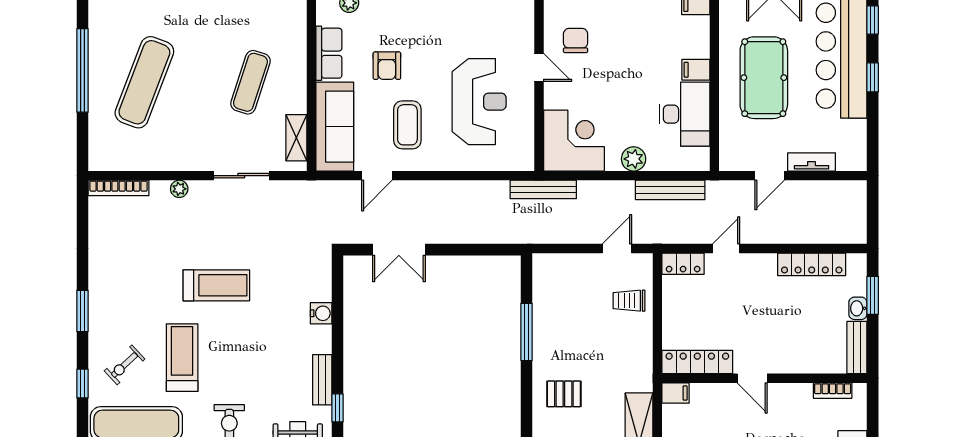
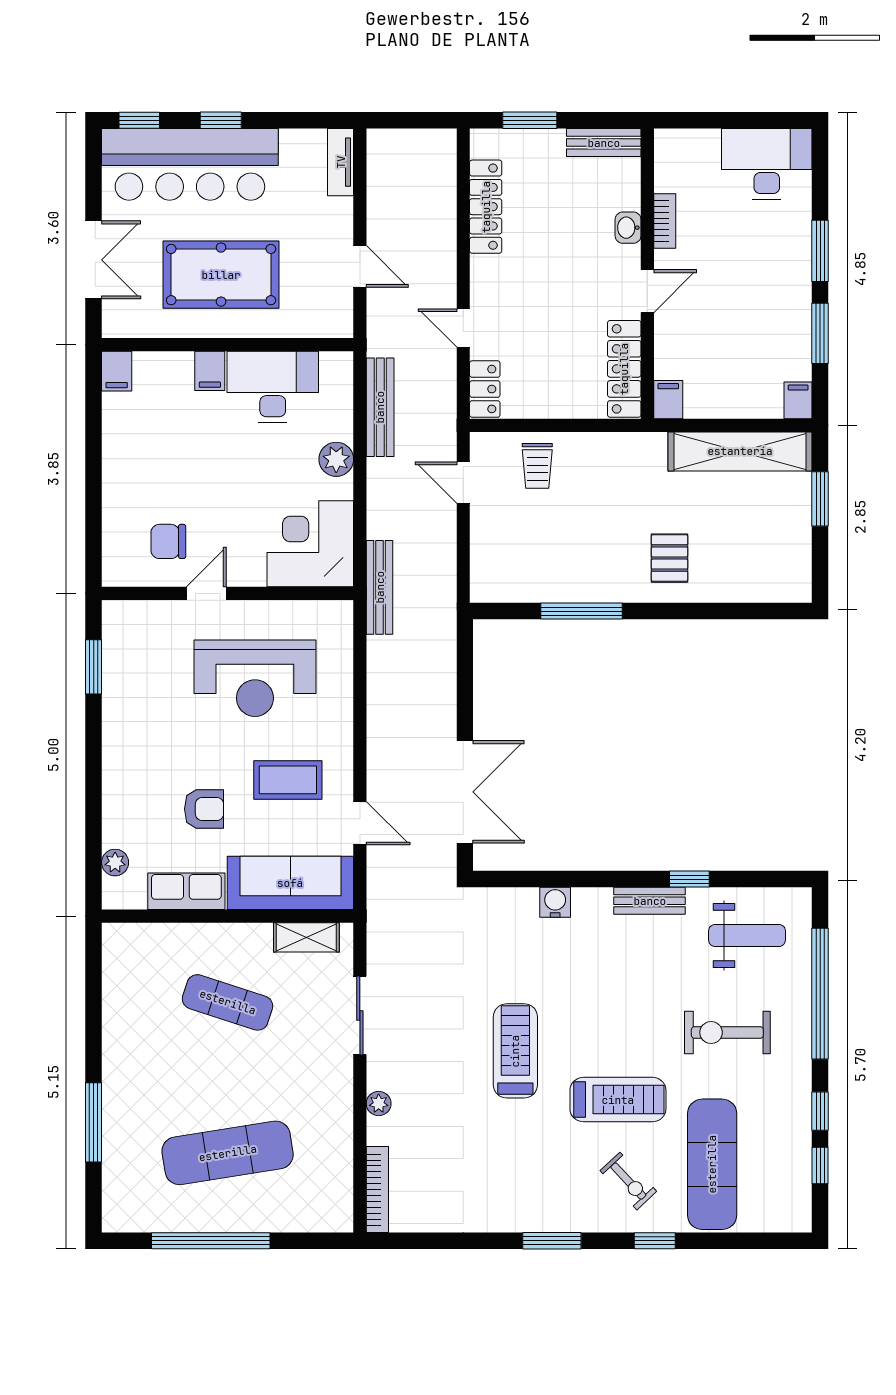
exercise mat: (144, 82) -> (228, 1153), turned -30
reception desk: (479, 102) -> (255, 678), turned 180
tv unit: (812, 162) -> (341, 162), moved
double door: (399, 250) -> (465, 792), width x1.37
washbasin: (858, 308) -> (628, 228), moved, turned 90
treadmill: (182, 358) -> (618, 1100), turned 180
bookcase: (833, 391) -> (665, 221), moved

